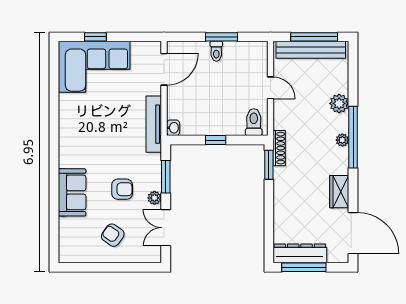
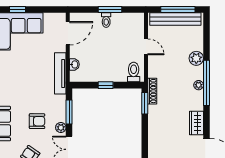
washbasin: (173, 128) -> (74, 64), moved

